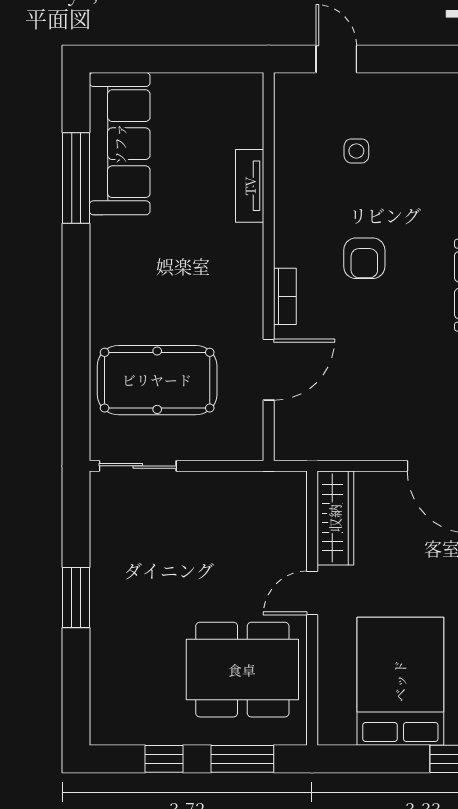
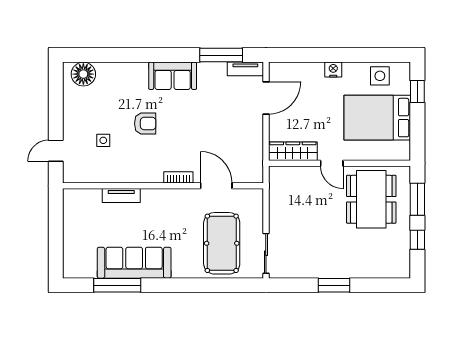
sofa: (120, 144) -> (134, 263), moved
armchair: (364, 258) -> (145, 123), moved

